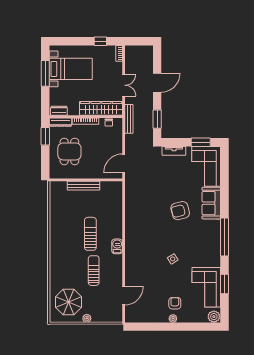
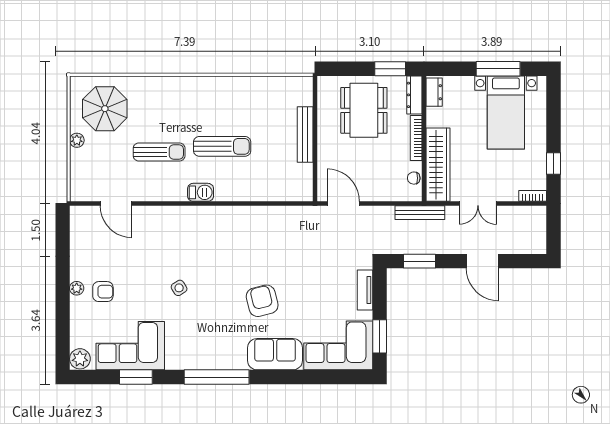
dining table: (69, 151) -> (364, 110), width x1.38

